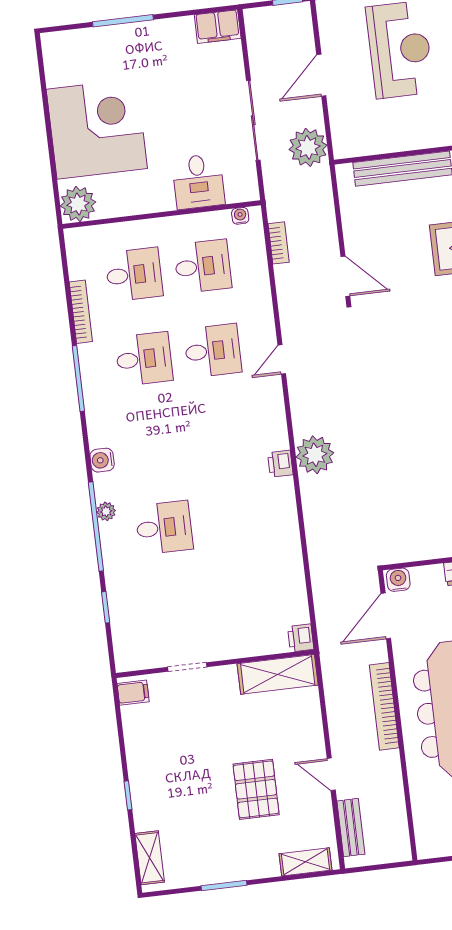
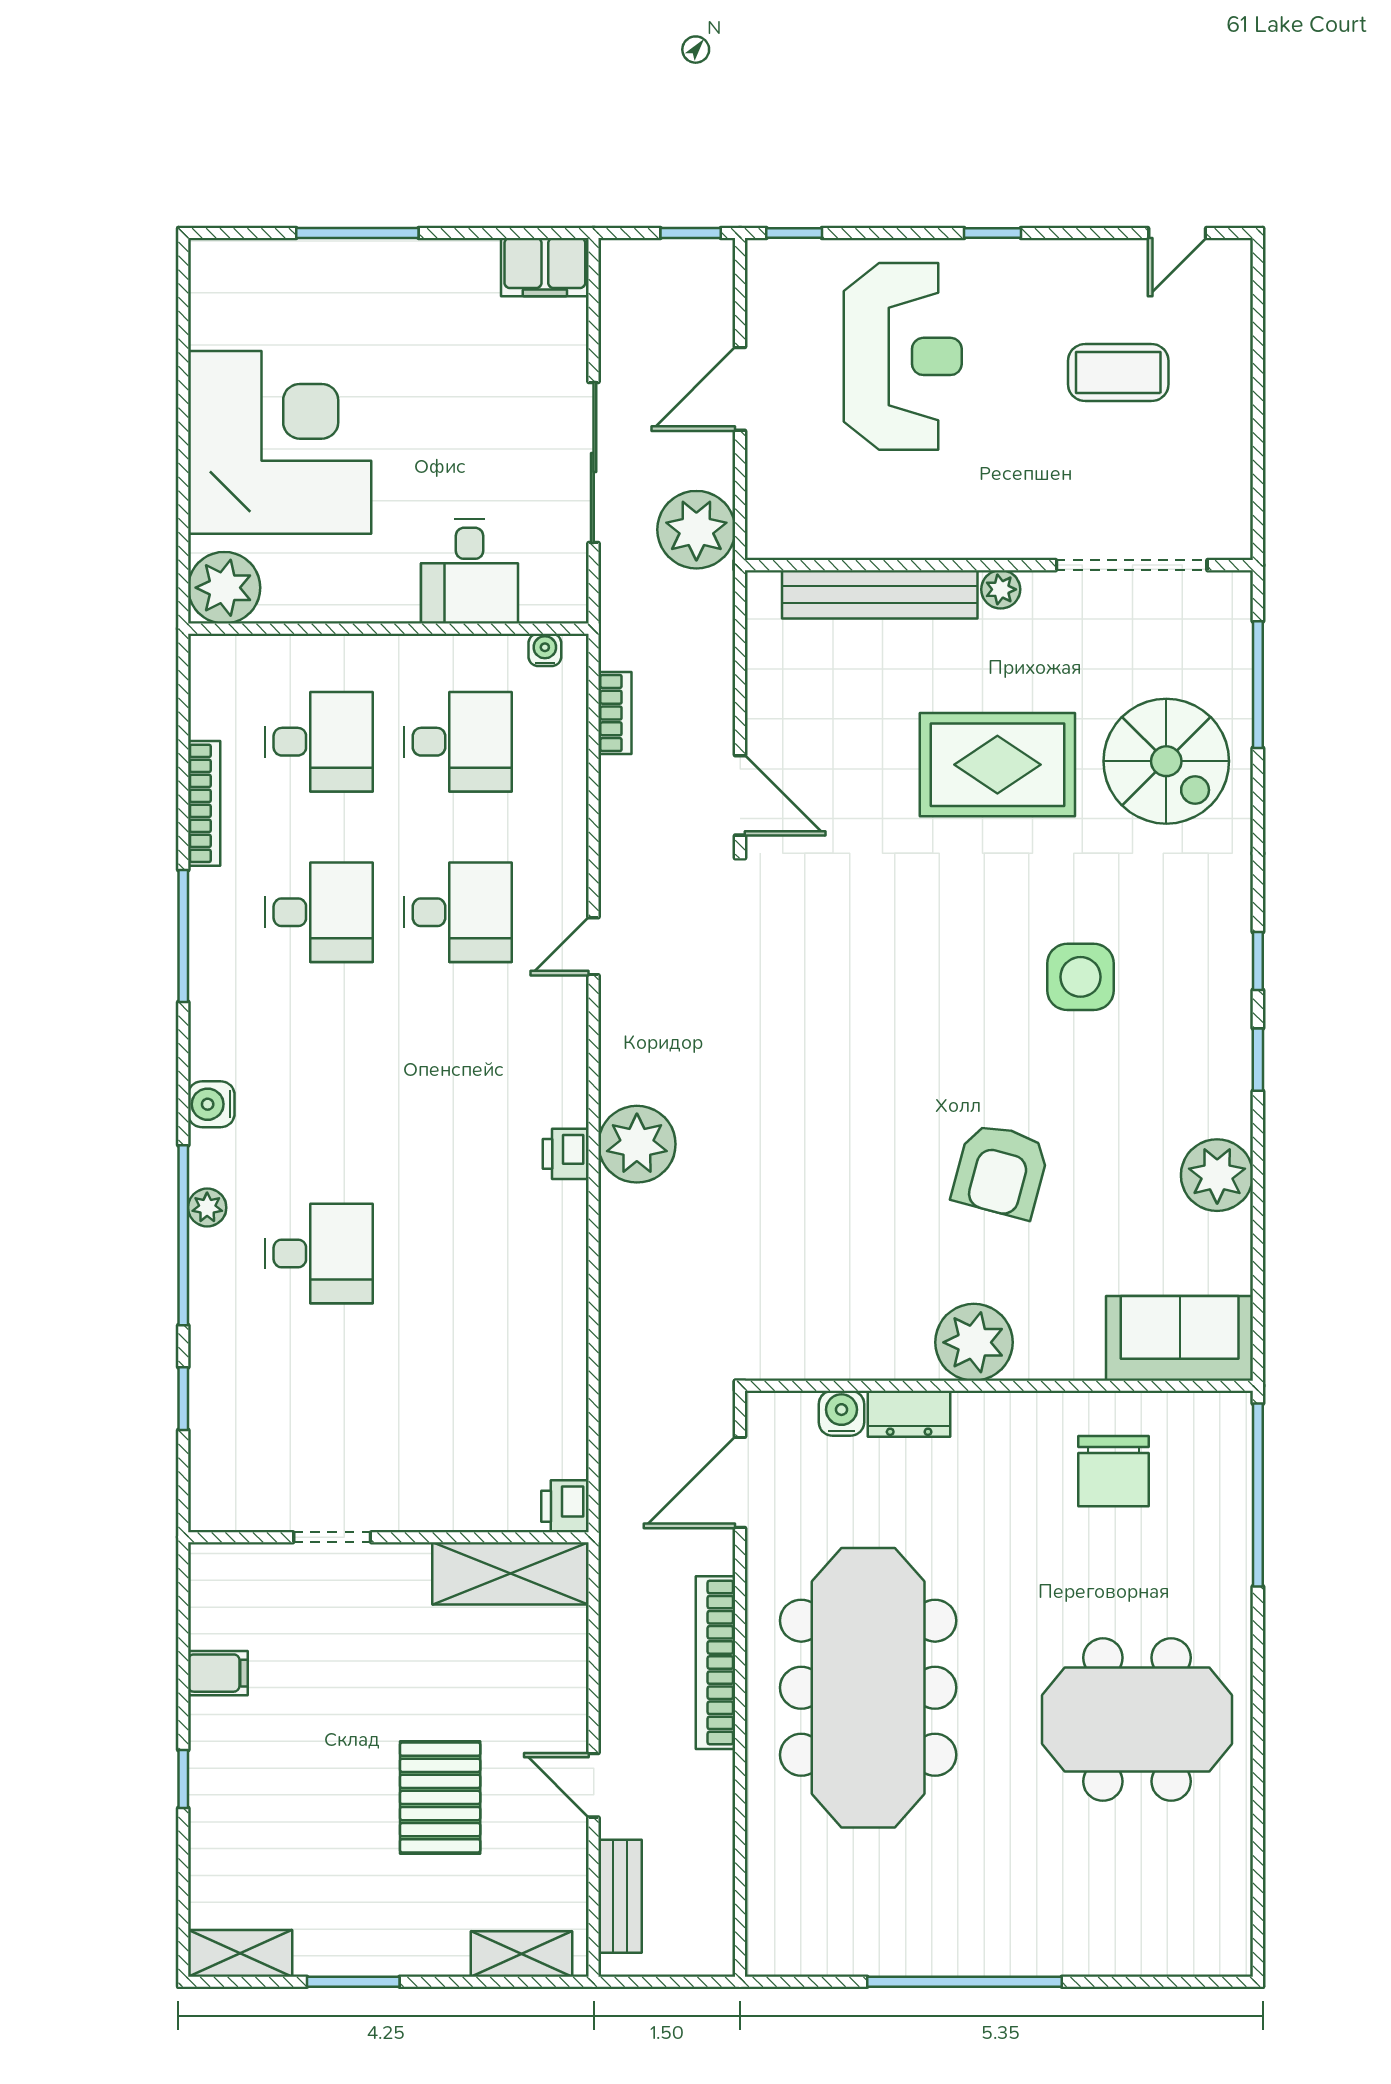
water cooler: (398, 580) -> (841, 1413), moved
filing cabinet: (133, 693) -> (218, 1673), moved
shelving: (150, 858) -> (240, 1953), moved, turned 90

